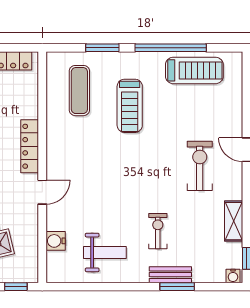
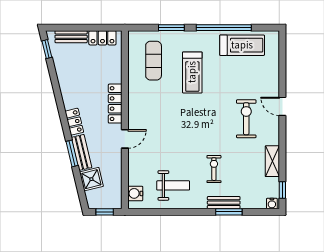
water cooler: (56, 241) -> (135, 193), moved

